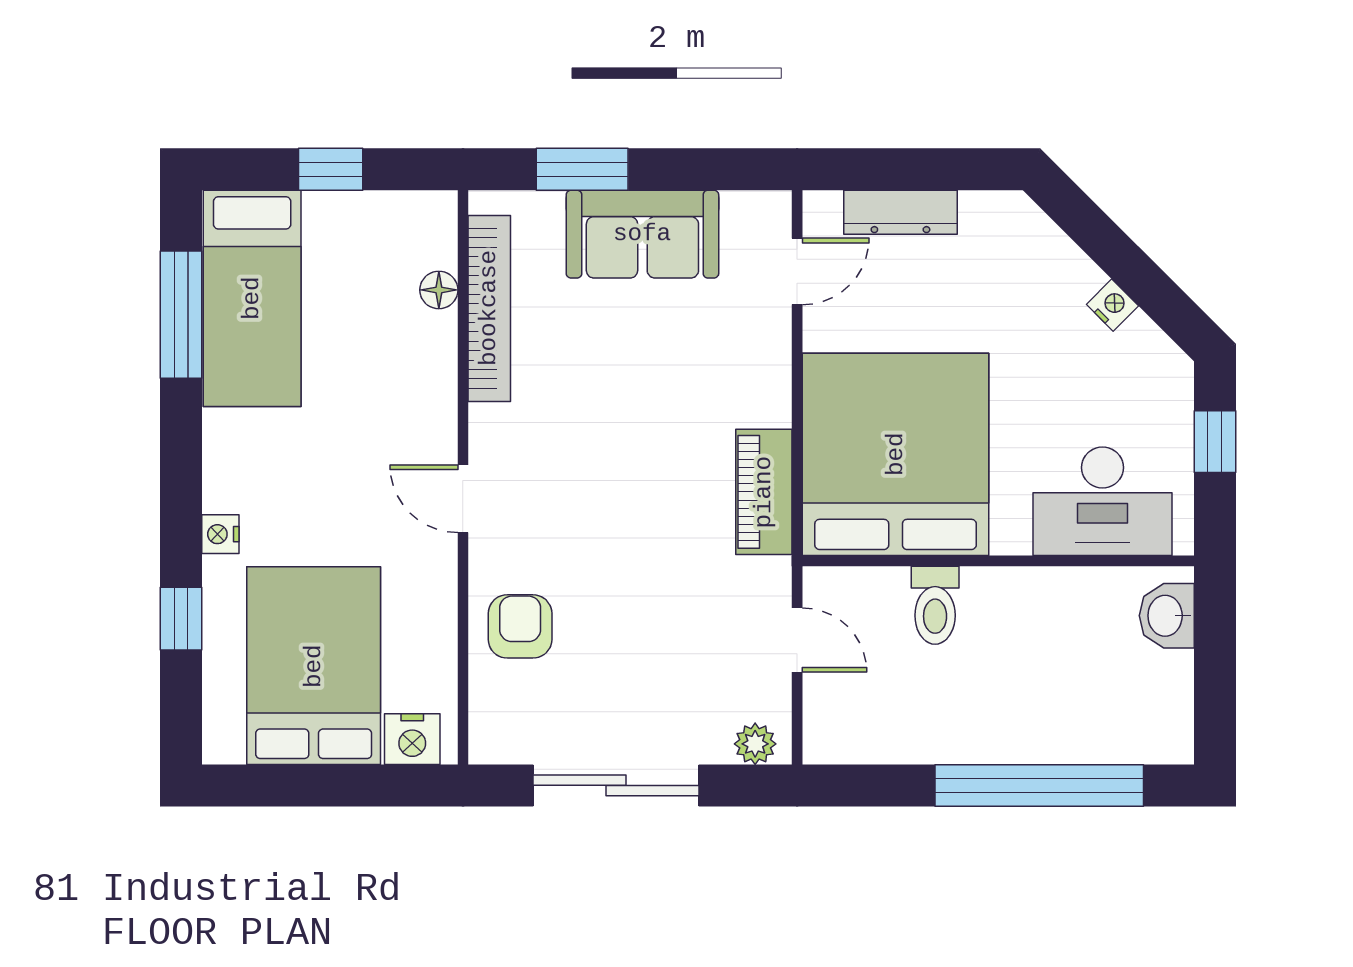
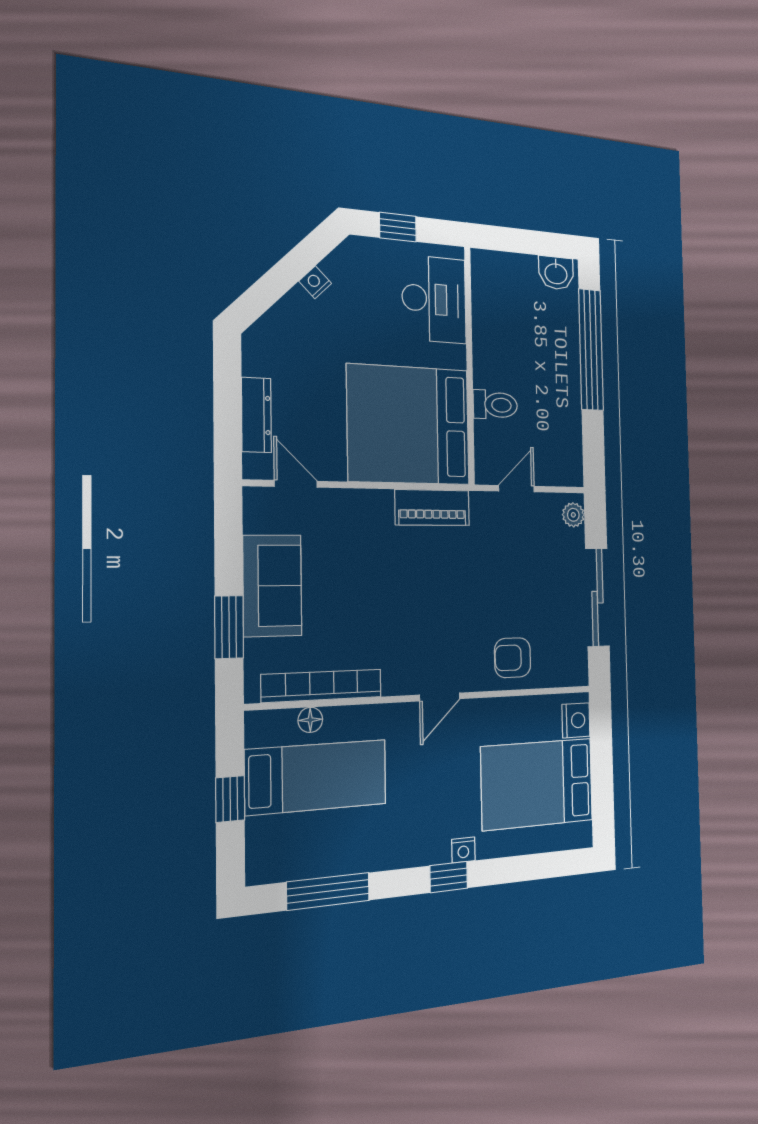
bed: (252, 298) -> (316, 777), moved
washbasin: (1167, 616) -> (556, 273), moved
window: (181, 619) -> (449, 877), moved

